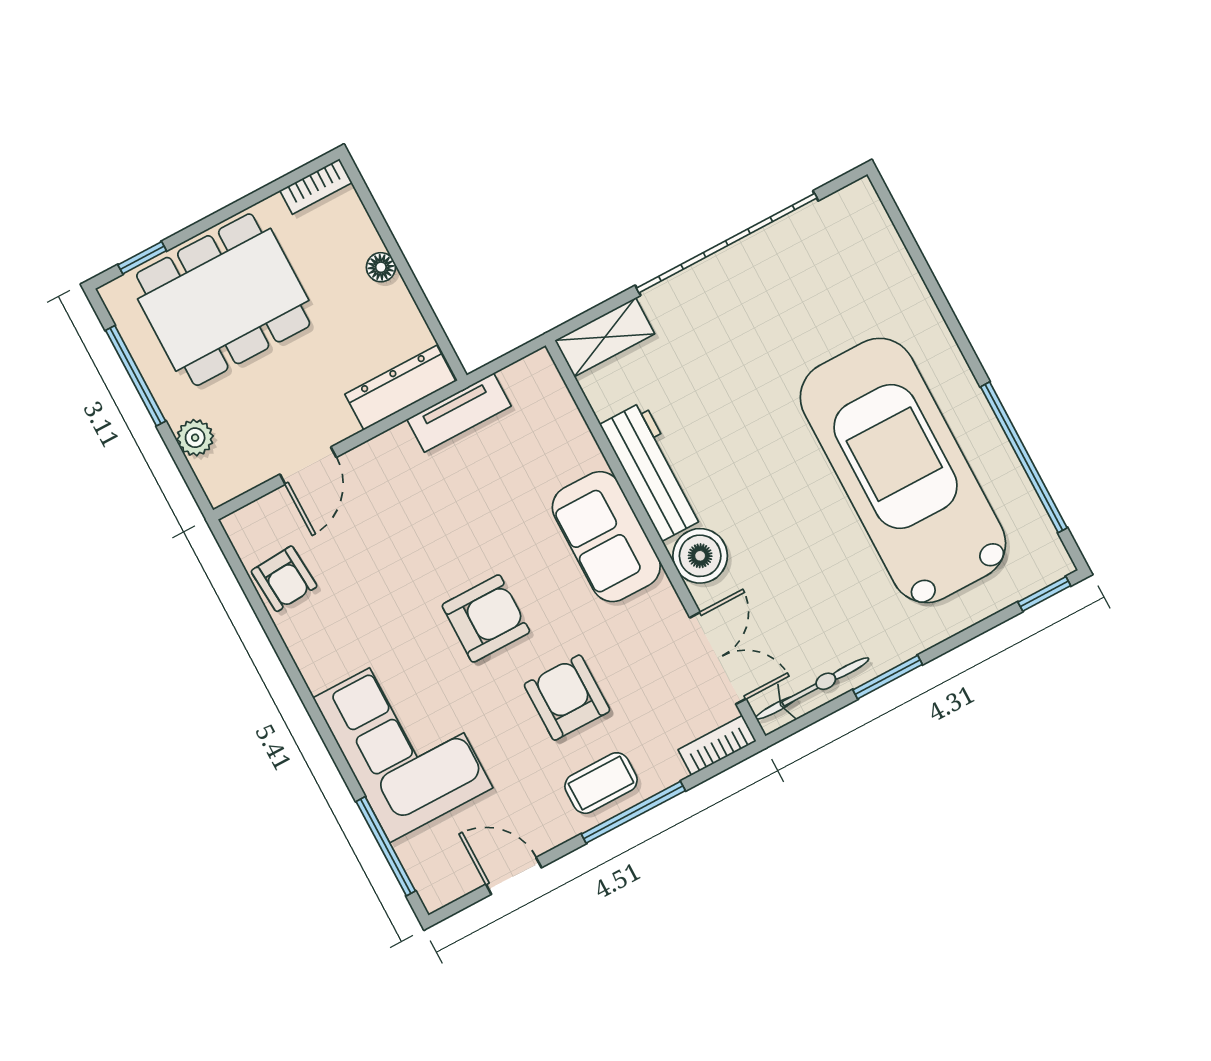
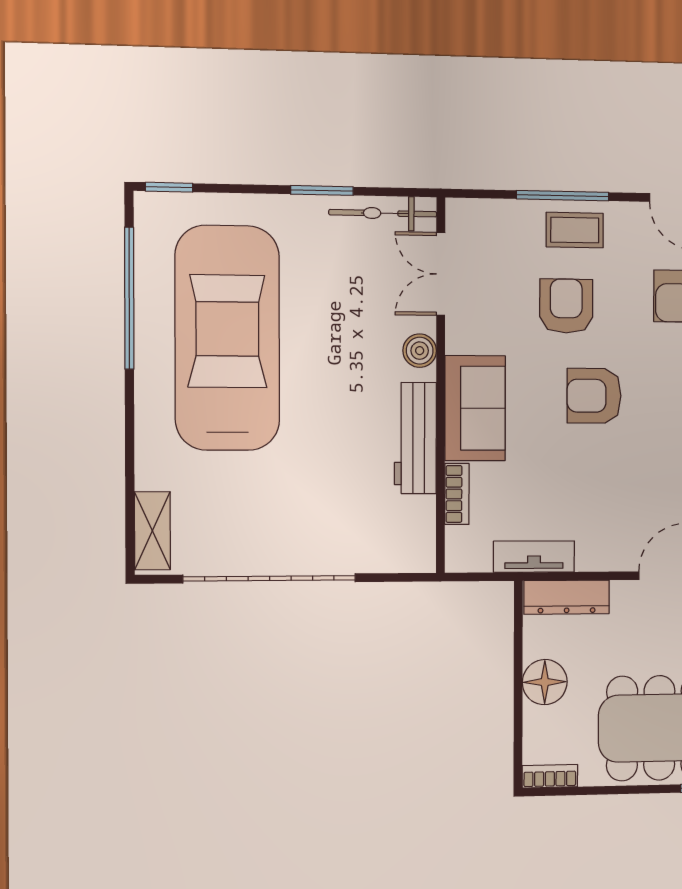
floor lamp: (381, 267) -> (545, 682), width x1.89, depth x1.89
shelving: (605, 337) -> (152, 531), moved, turned 90
car: (903, 470) -> (227, 338), turned 180
boiler: (700, 556) -> (420, 351), width x0.73, depth x0.73
armchair: (567, 698) -> (566, 306), turned 180
bookcase: (717, 745) -> (457, 494), moved, turned -90

